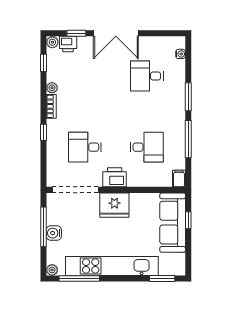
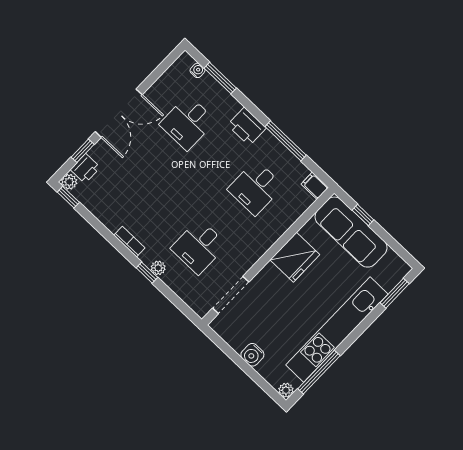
window: (43, 63) -> (68, 197), moved
plant: (52, 88) -> (158, 268), moved
window: (188, 97) -> (220, 78), moved
desk: (147, 147) -> (255, 188), turned 180
printer: (115, 177) -> (247, 127), moved, turned -90
doorway: (75, 190) -> (231, 295), width x0.73
fridge: (114, 205) -> (295, 257), moved
window: (43, 227) -> (237, 359), removed

